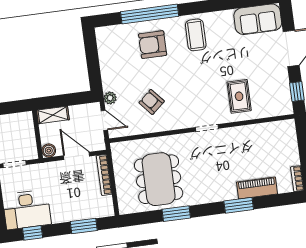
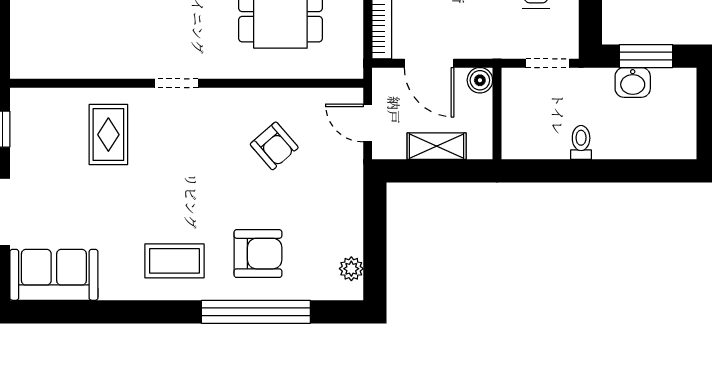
coffee table: (196, 35) -> (174, 261), turned 90
plant: (110, 98) -> (351, 269), moved
shelving: (53, 115) -> (437, 146), moved

